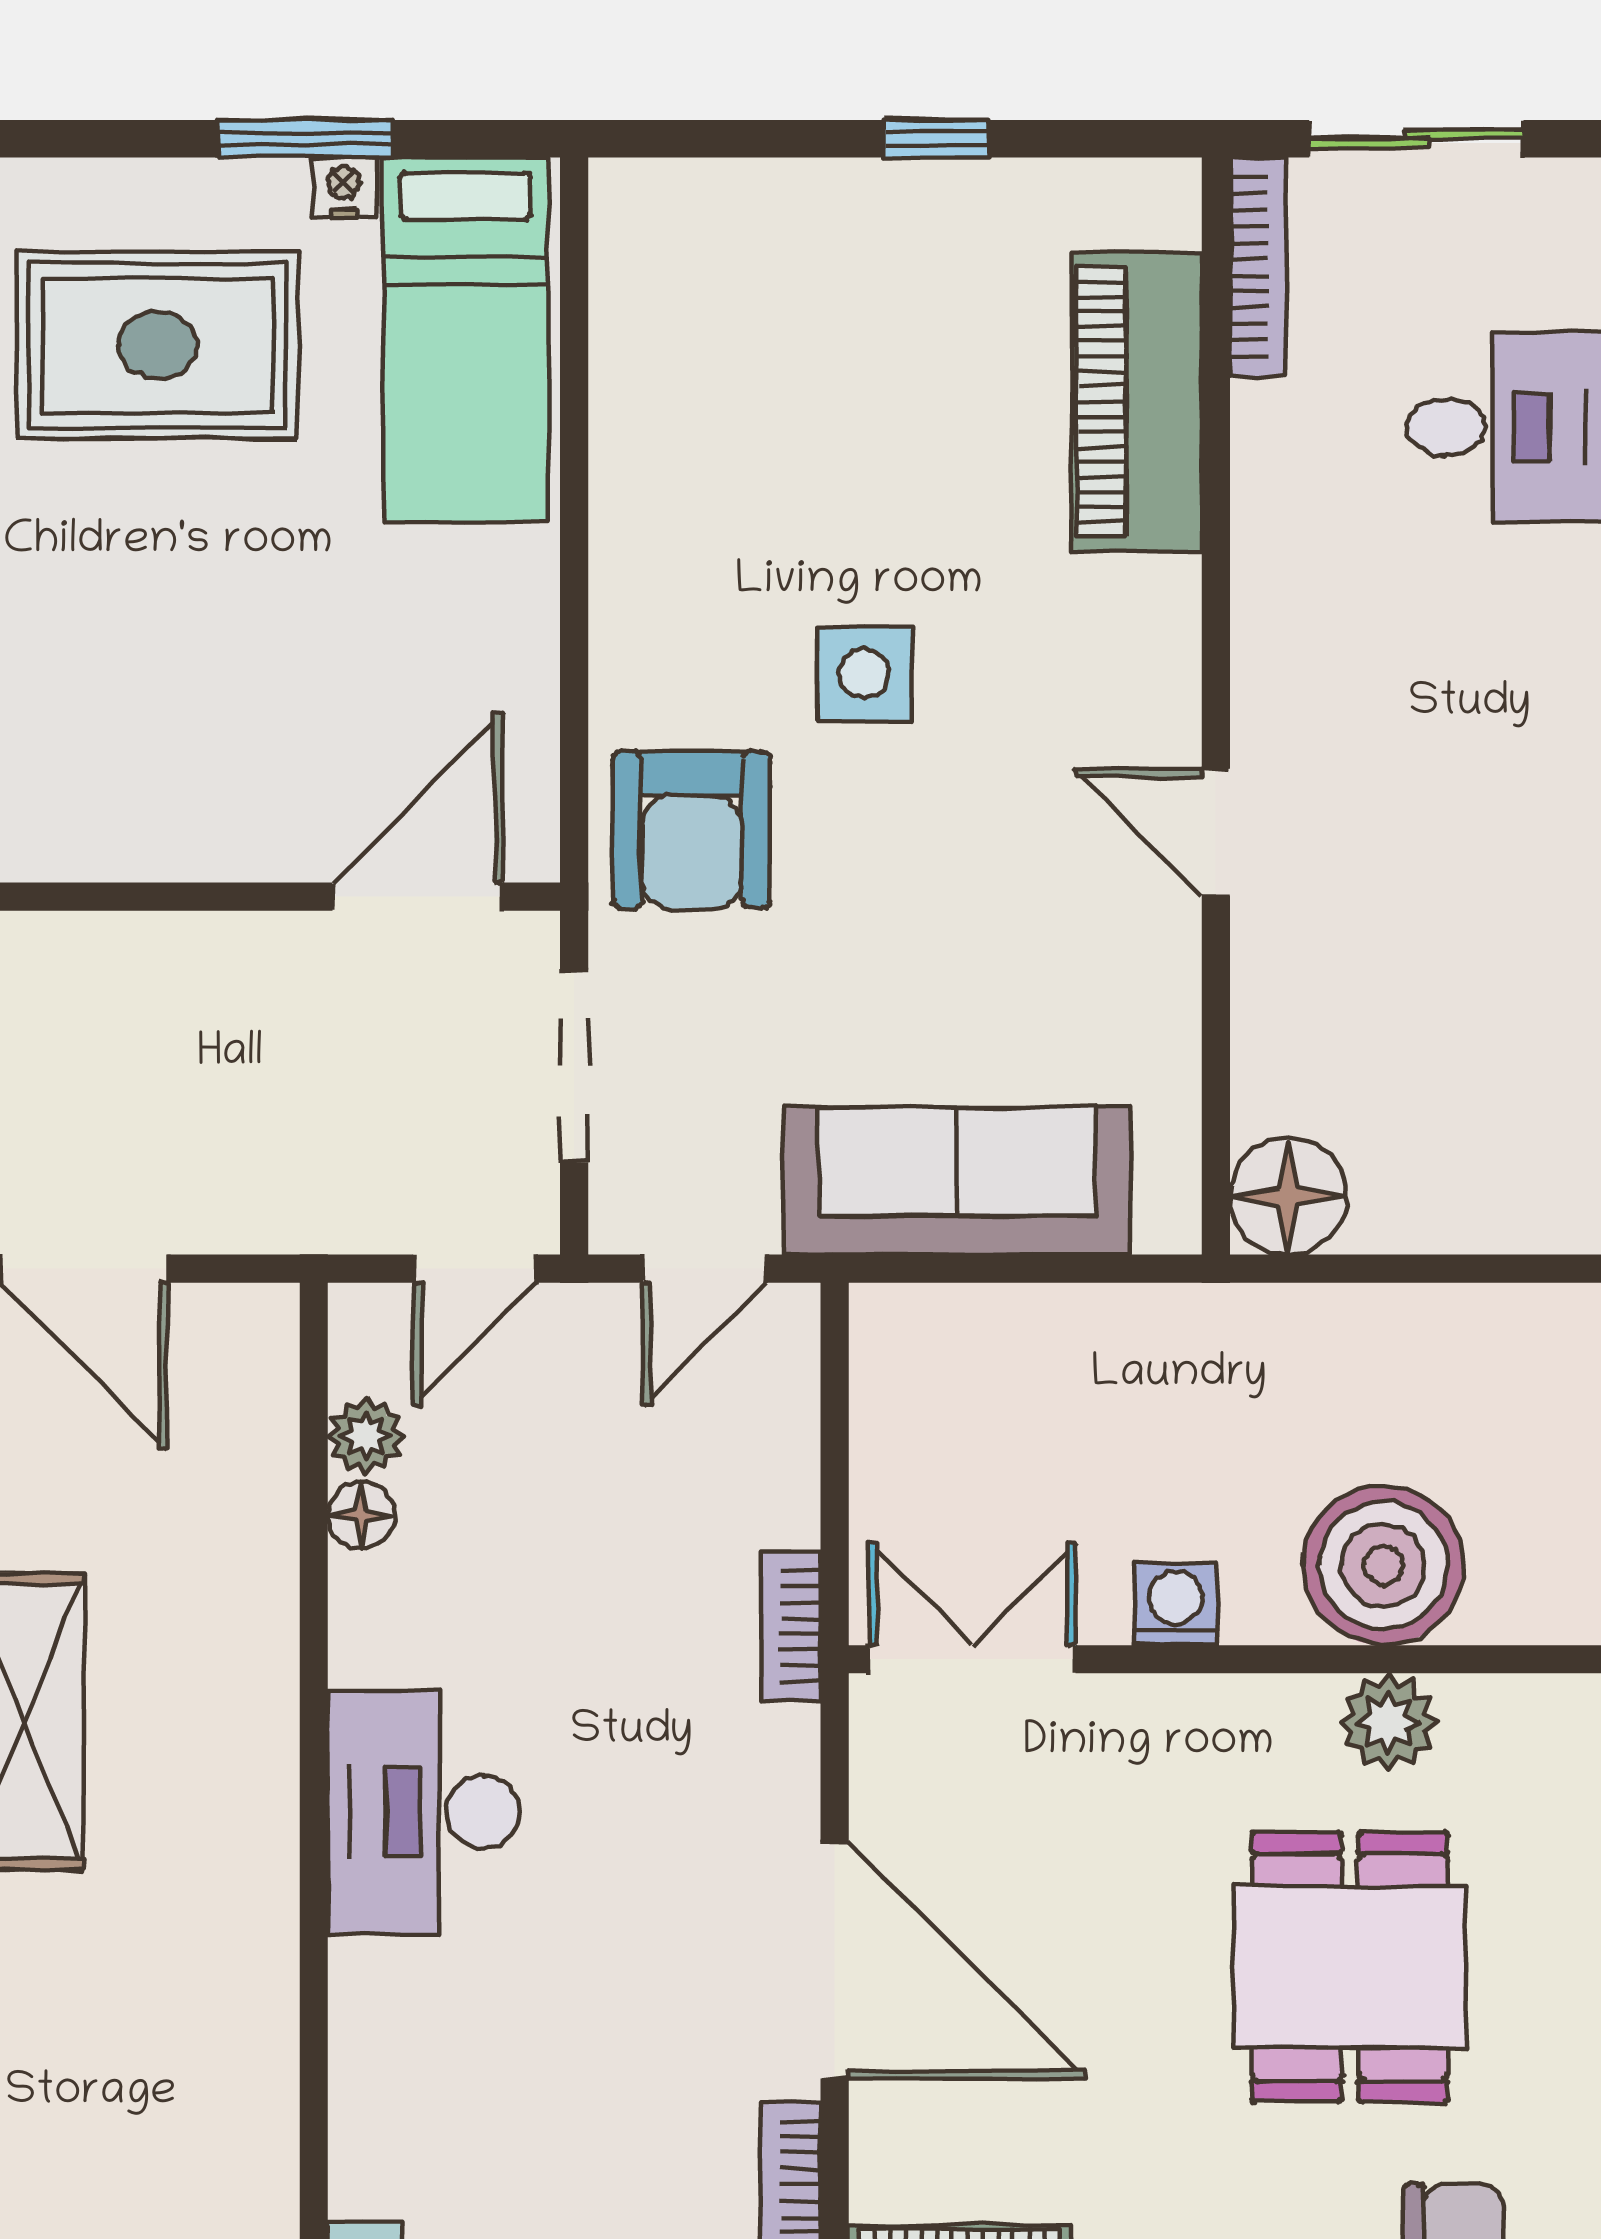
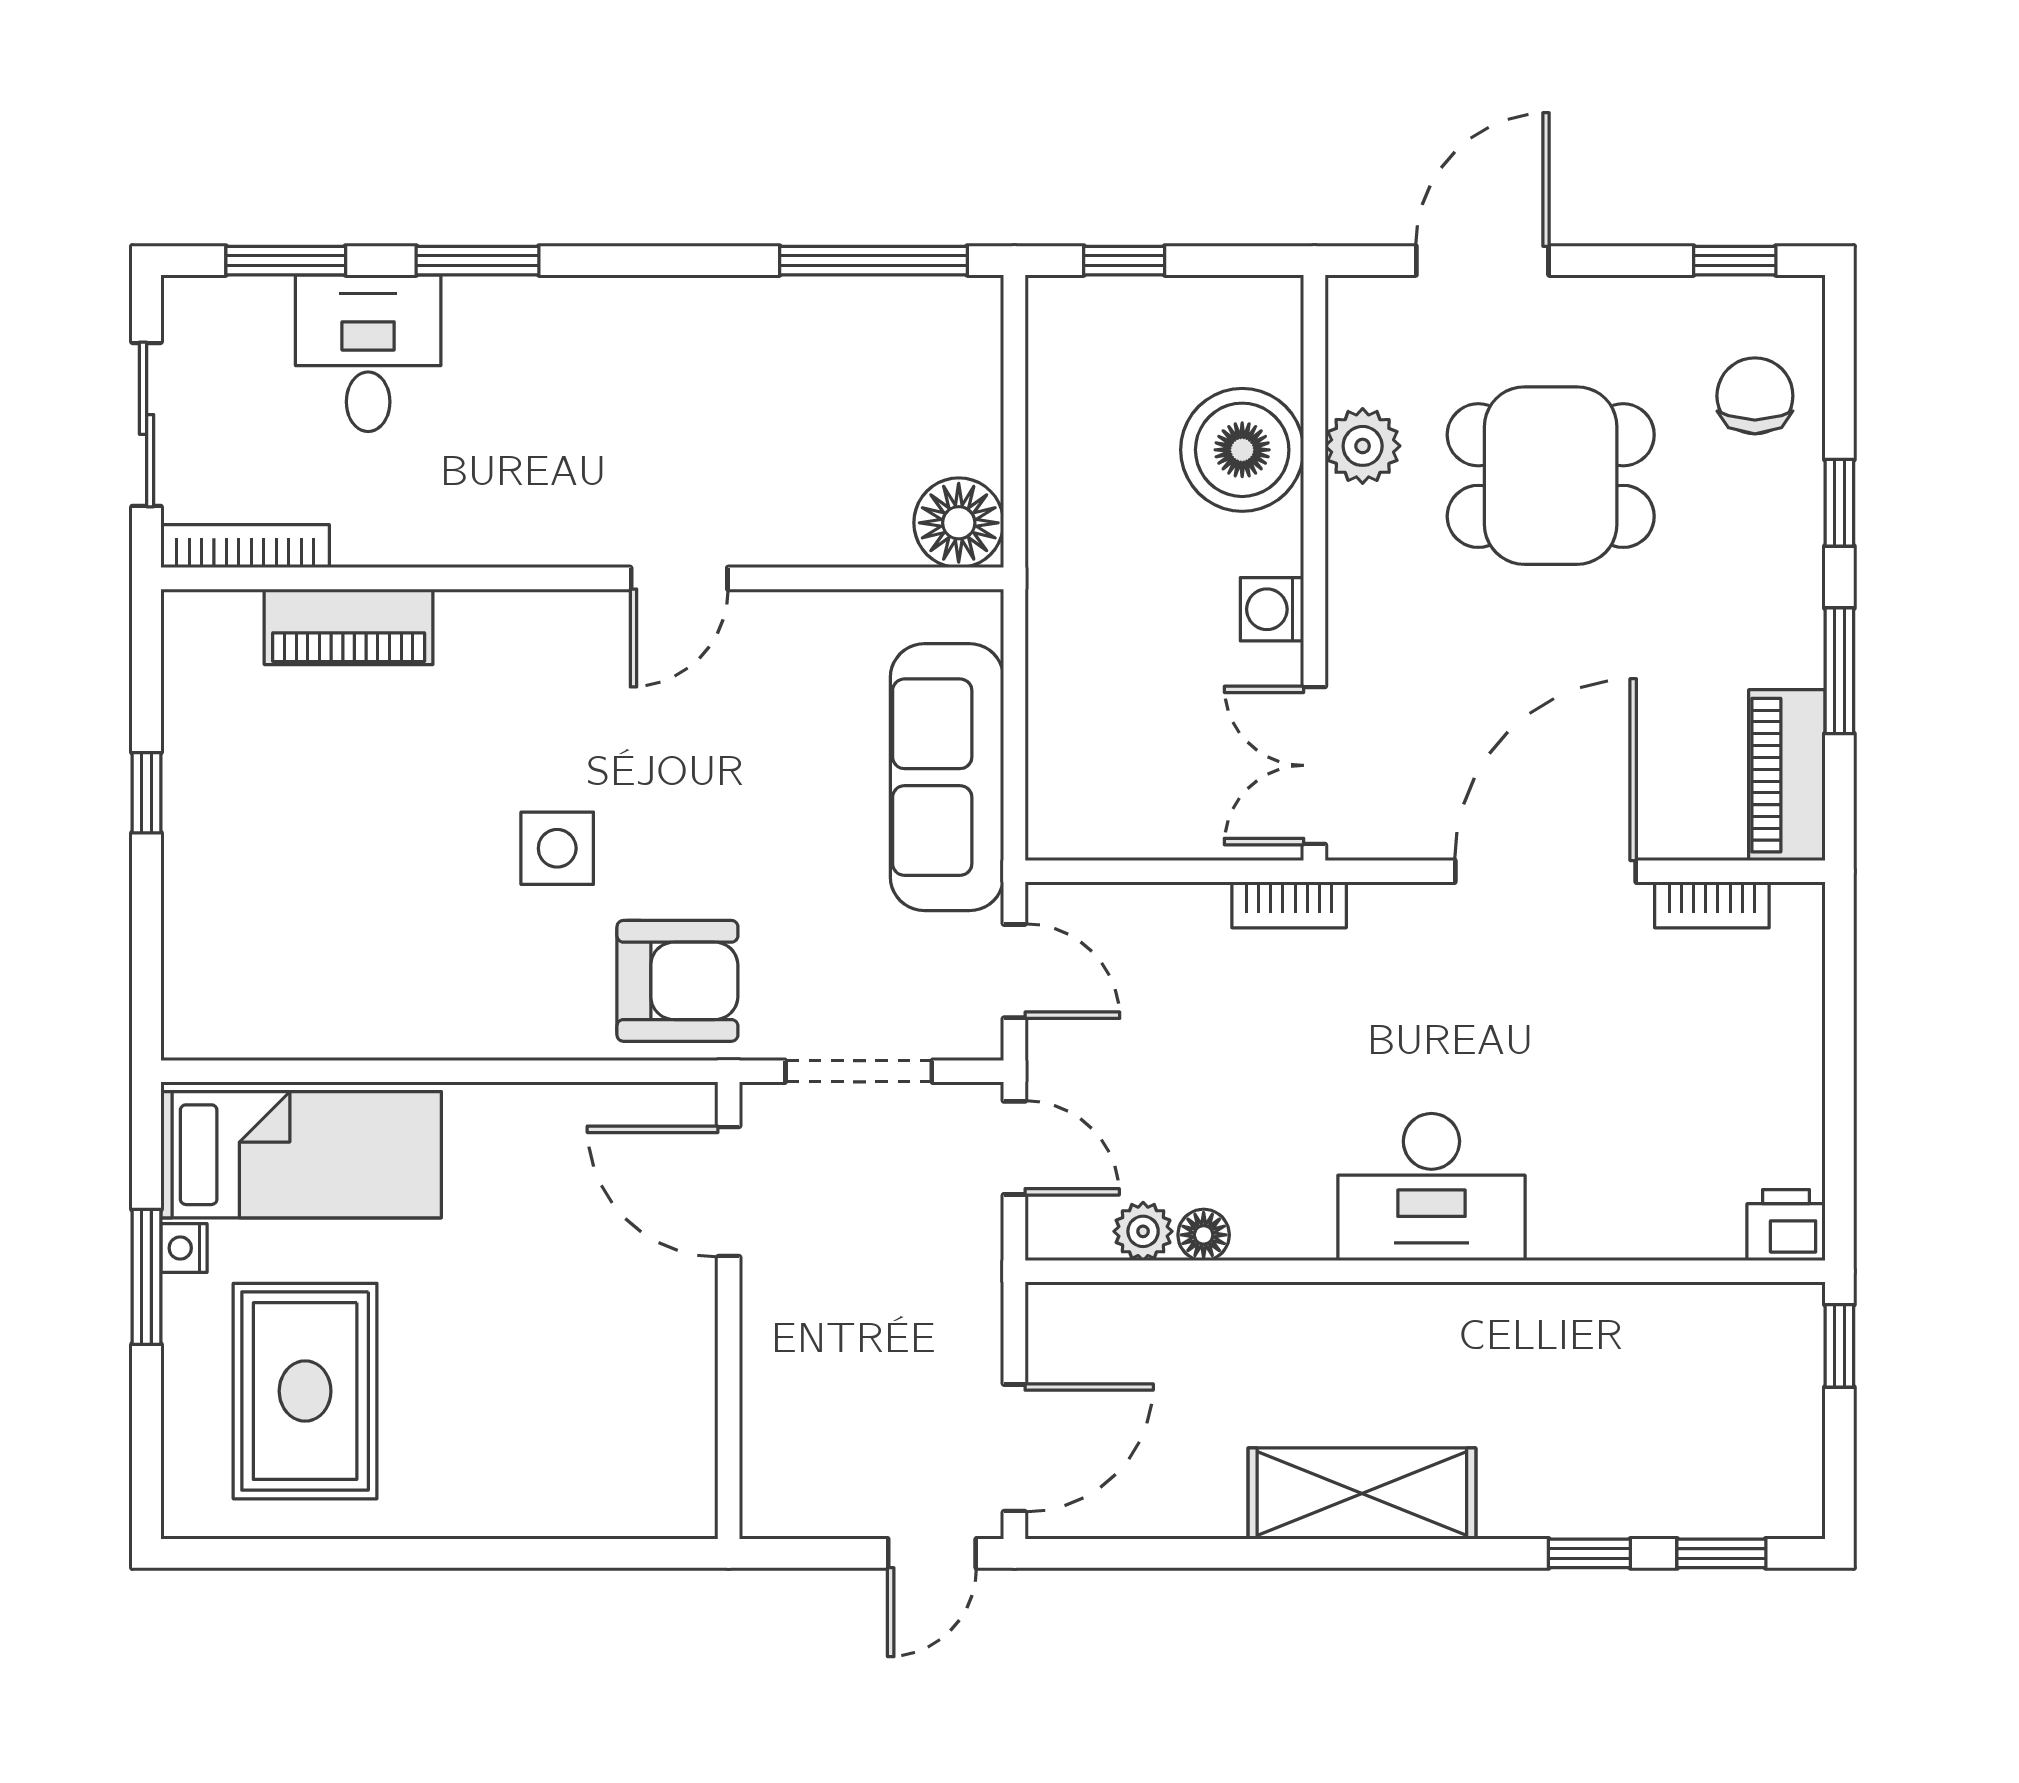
piano: (1137, 402) -> (349, 627), width x0.73, depth x0.75

